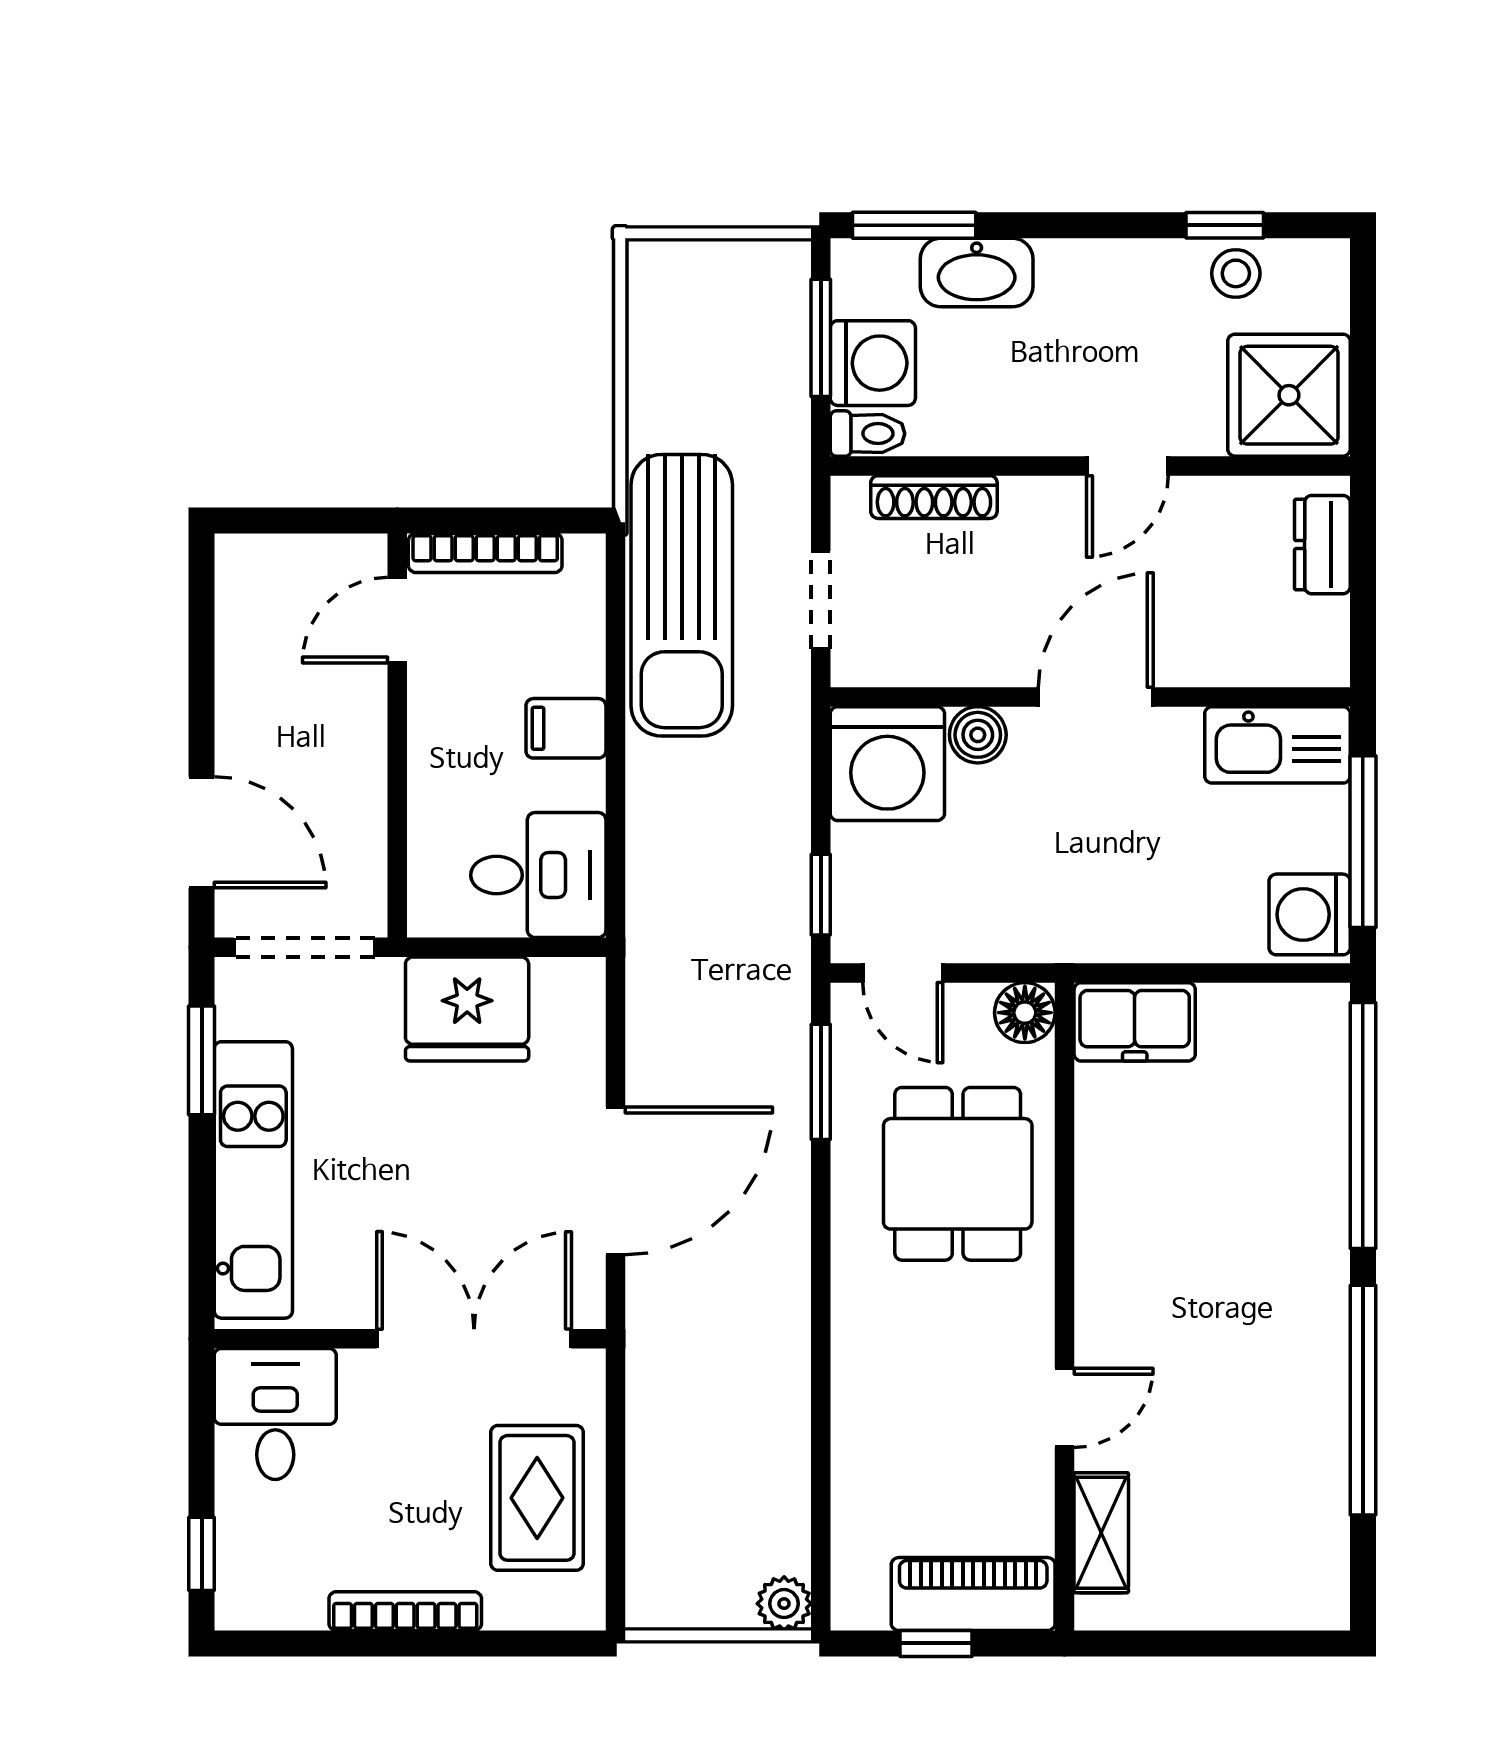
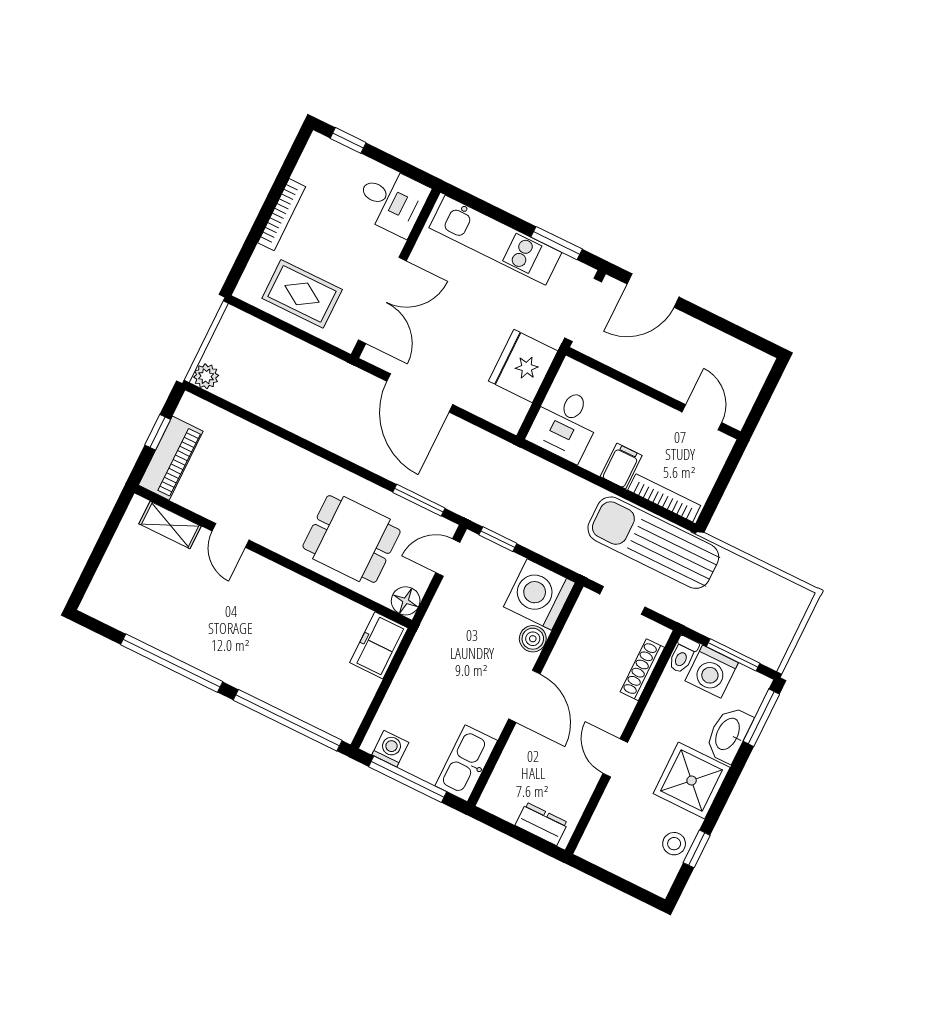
shower: (1289, 395) -> (692, 780), moved
bookcase: (485, 553) -> (664, 498), moved, turned 90
washing machine: (1310, 914) -> (390, 749), width x0.73, depth x0.73

